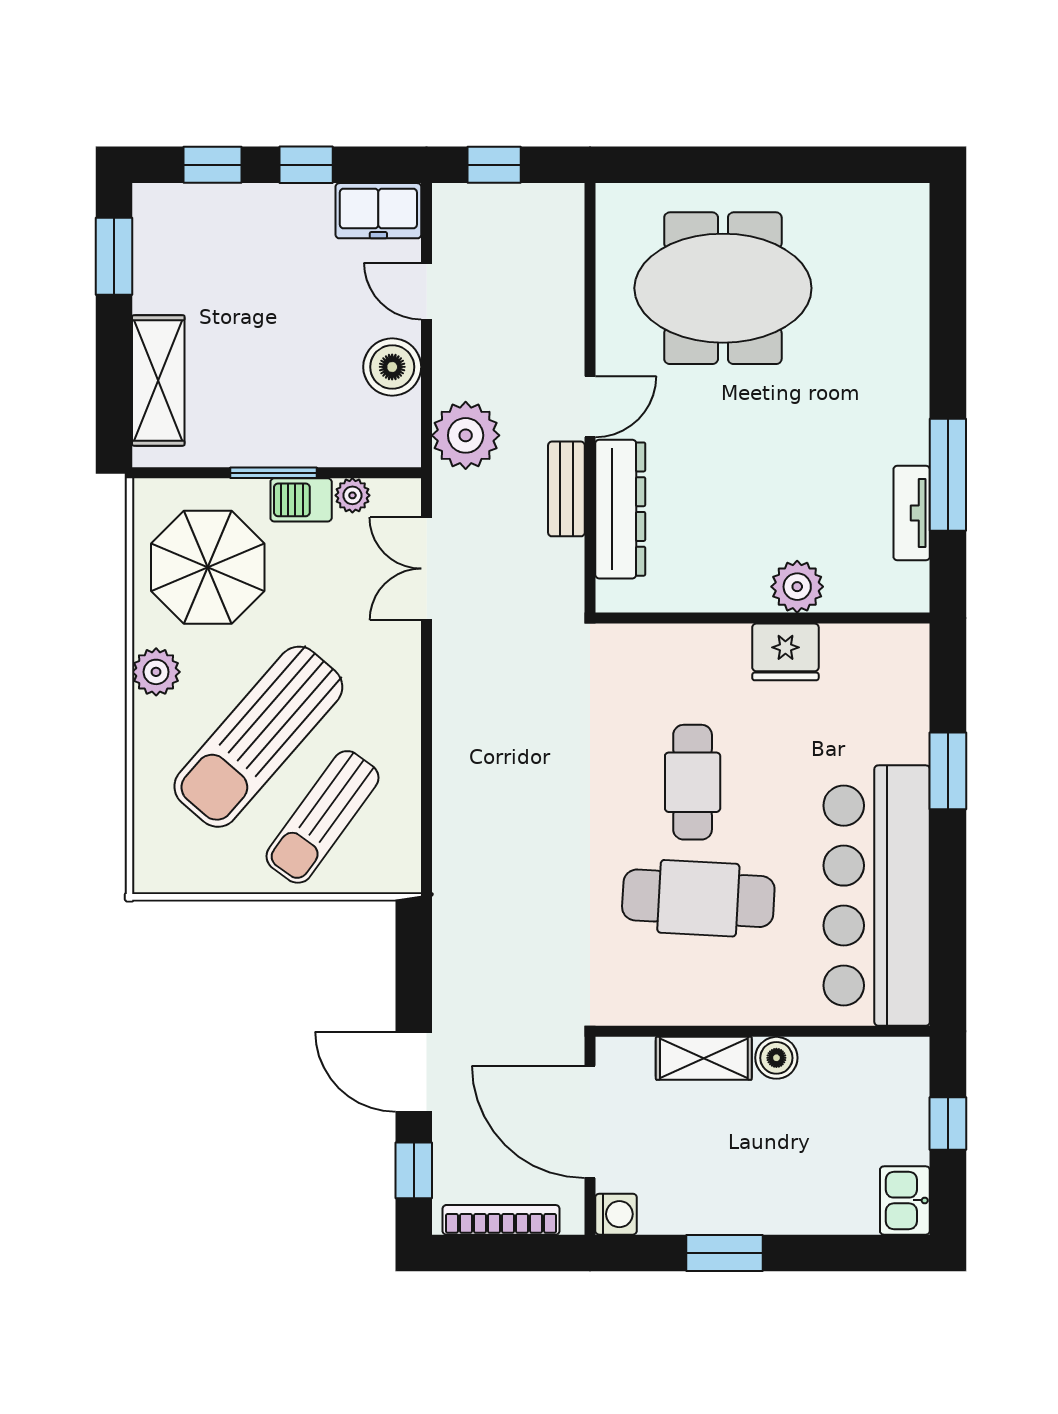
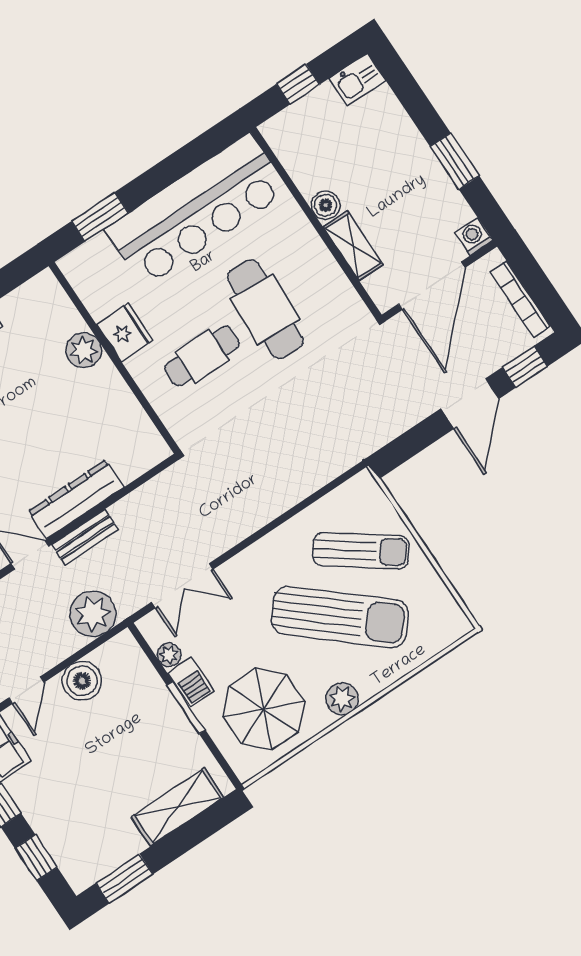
plant: (797, 587) -> (84, 350), moved
wall: (763, 618) -> (114, 358), moved
fridge: (785, 652) -> (125, 332), moved

